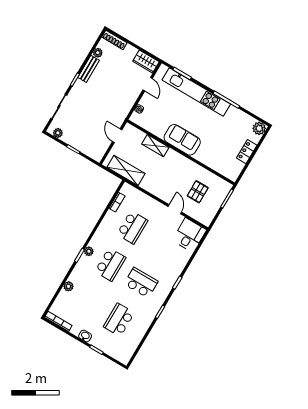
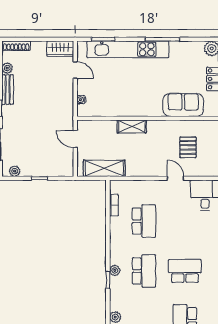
sofa: (182, 140) -> (183, 105), moved
shelving: (155, 146) -> (132, 126), moved

